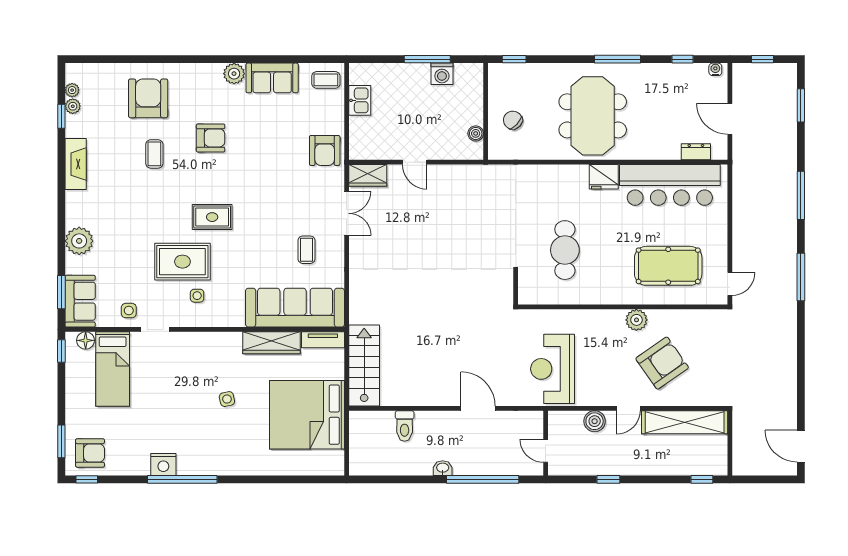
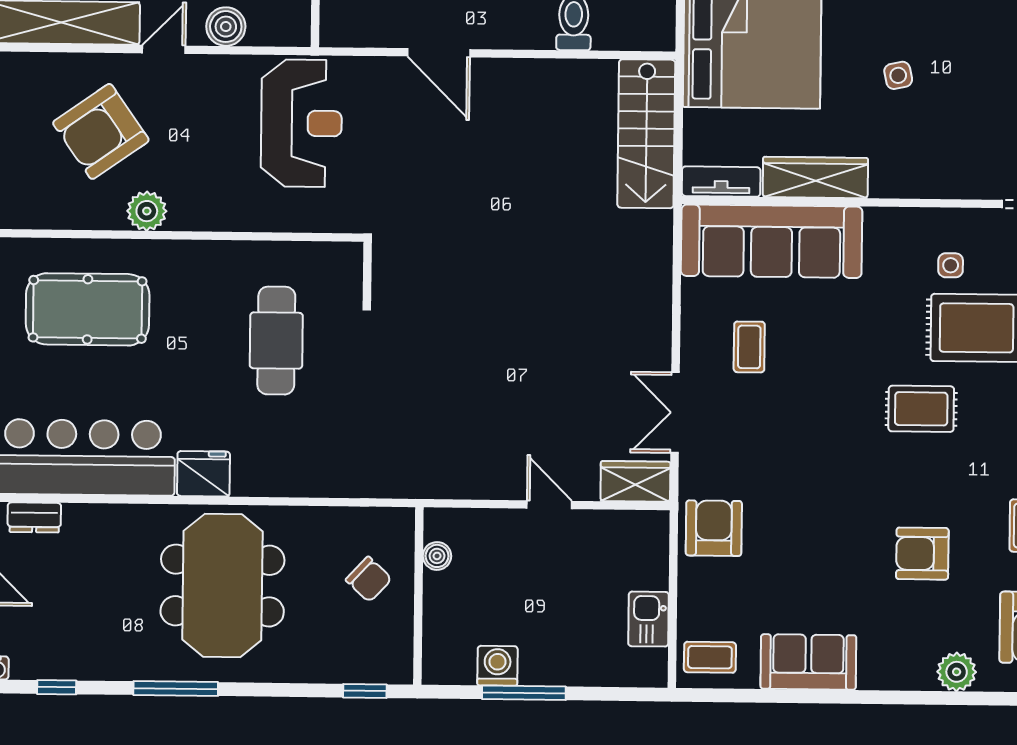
plant: (234, 74) -> (957, 672), moved

